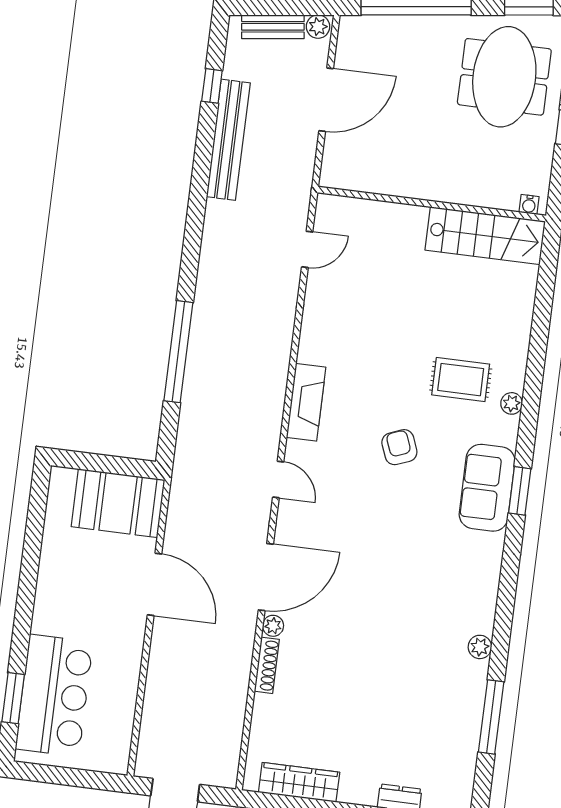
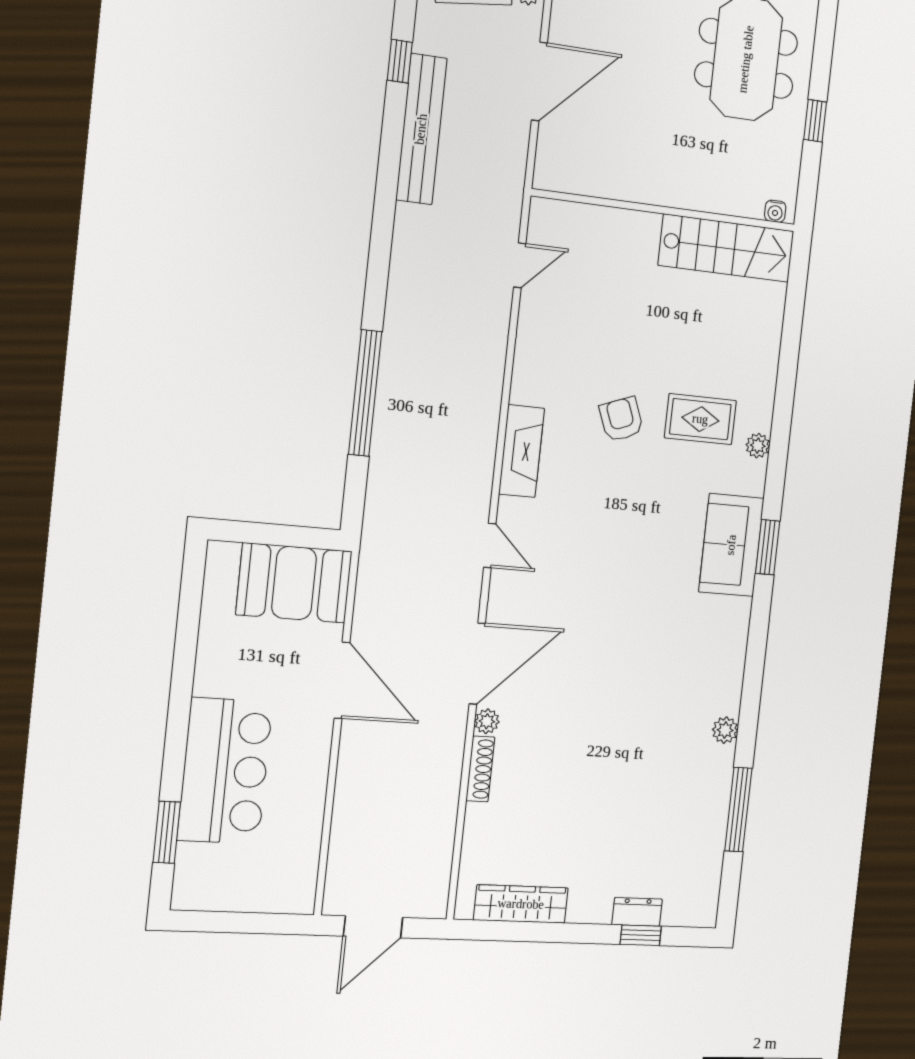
armchair: (399, 447) -> (621, 419), moved
bar counter: (54, 695) -> (225, 771), moved

